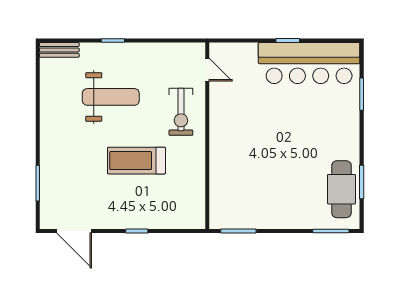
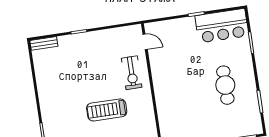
bar counter: (309, 63) -> (222, 26), width x0.73
weight bench: (111, 97) -> (83, 70), removed
cafe table: (341, 189) -> (225, 85), moved

